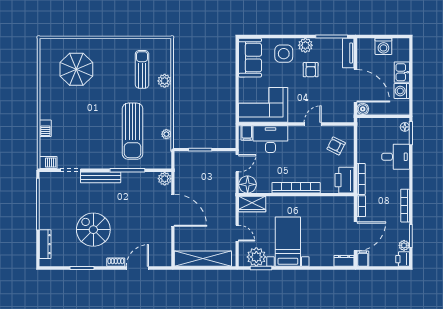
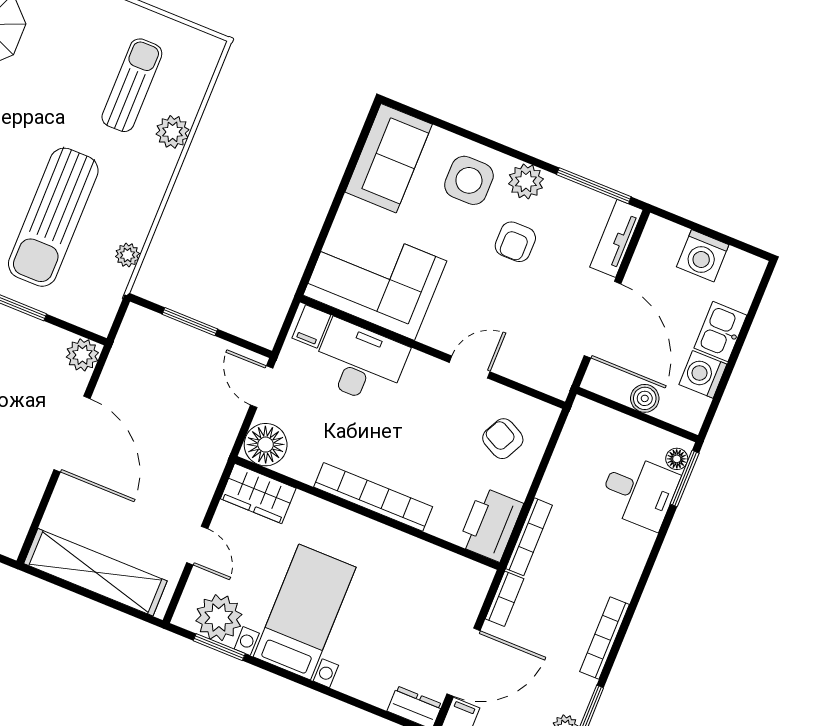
boiler: (363, 109) -> (645, 398), moved
desk: (396, 157) -> (639, 492), moved
door: (237, 163) -> (262, 387), swing flipped

